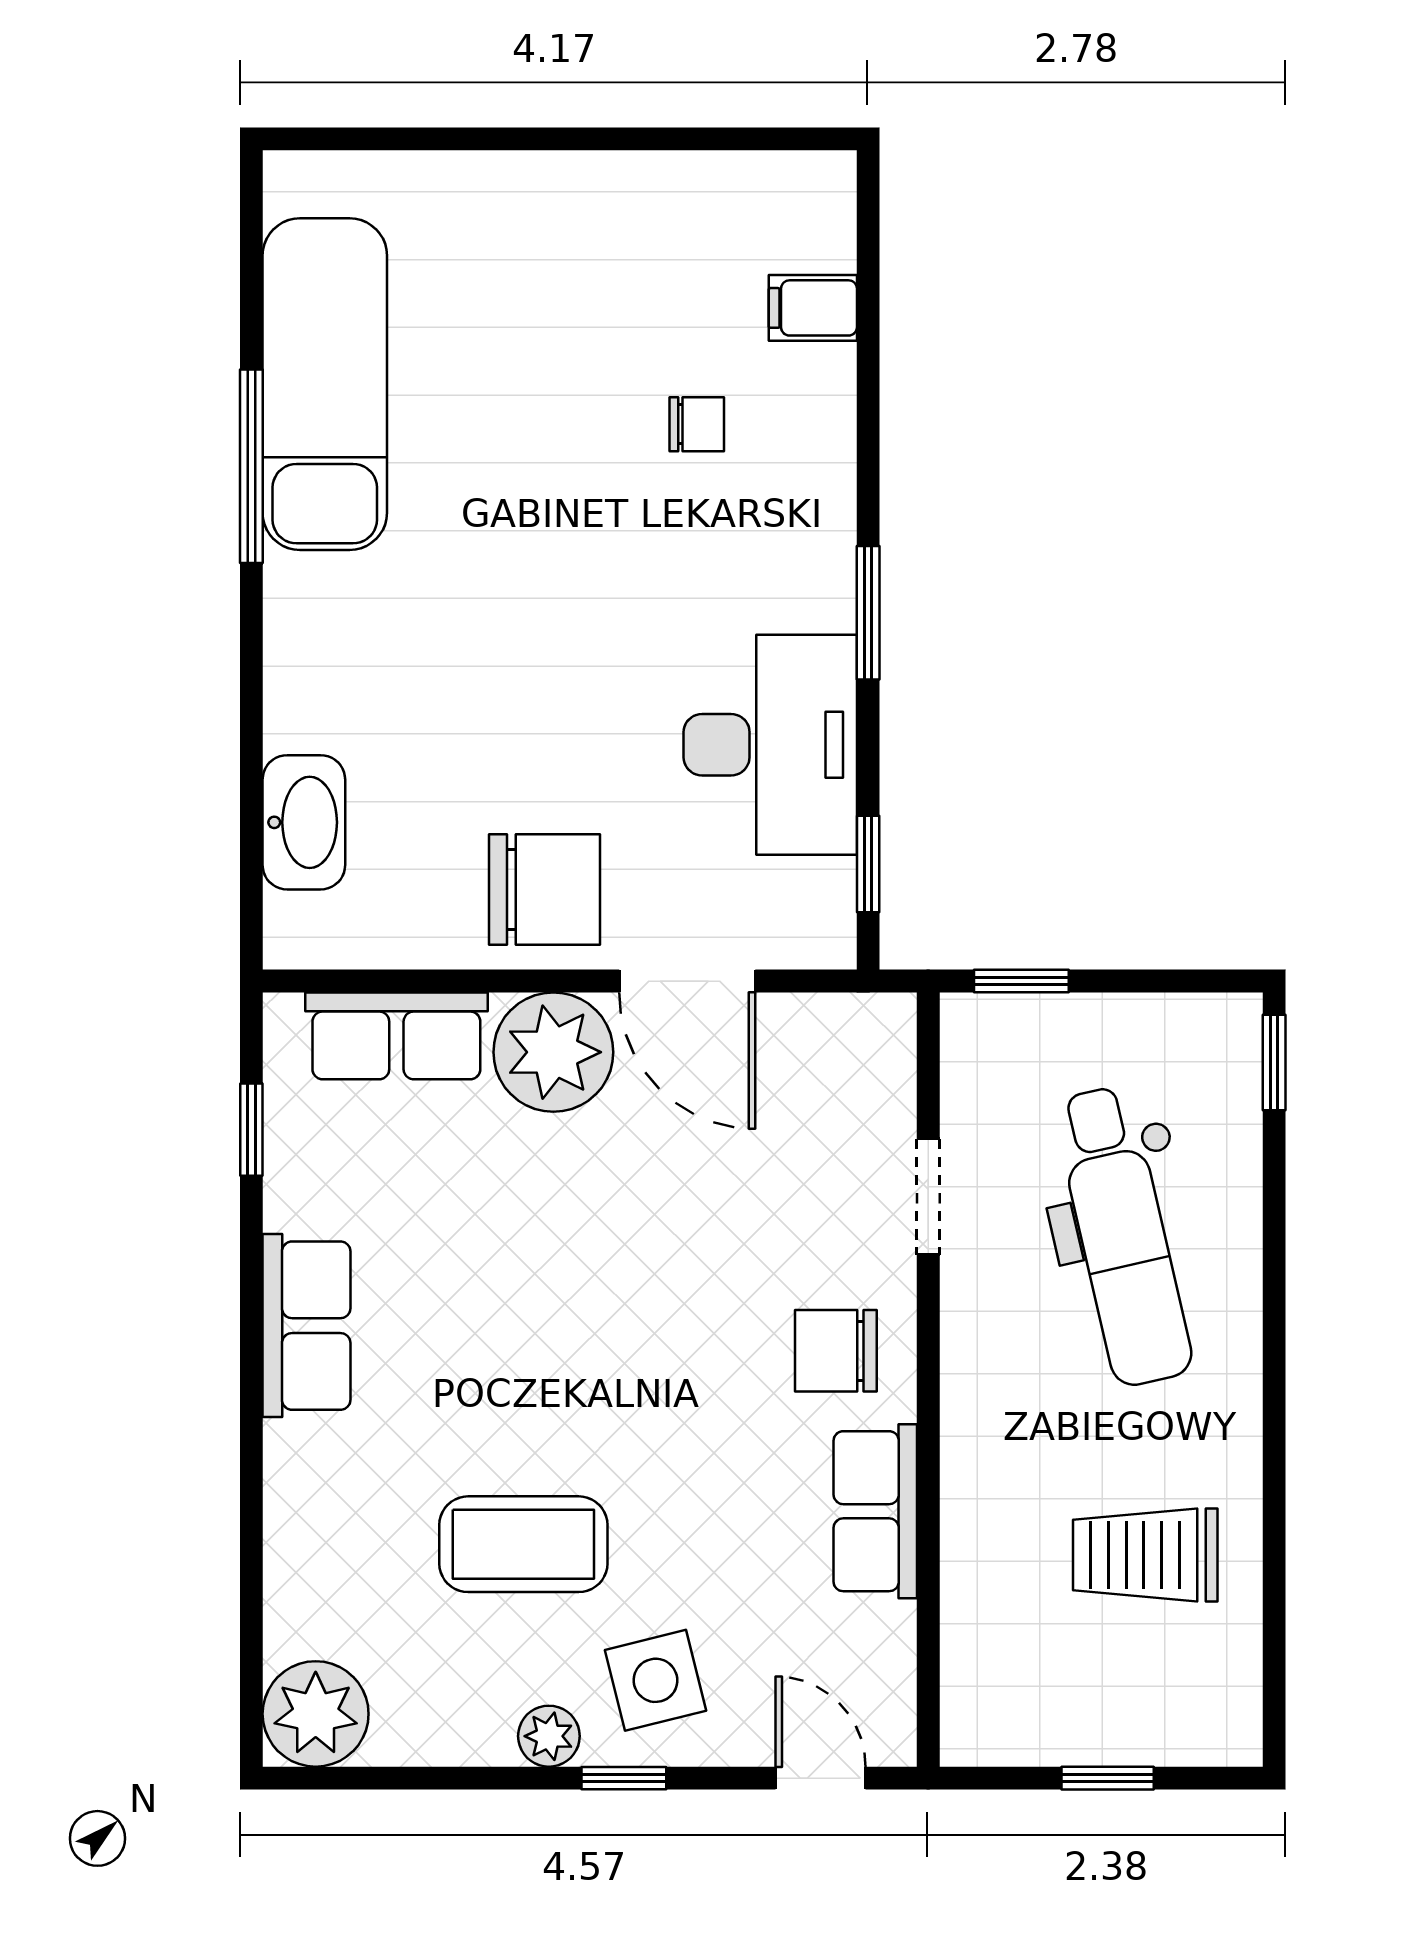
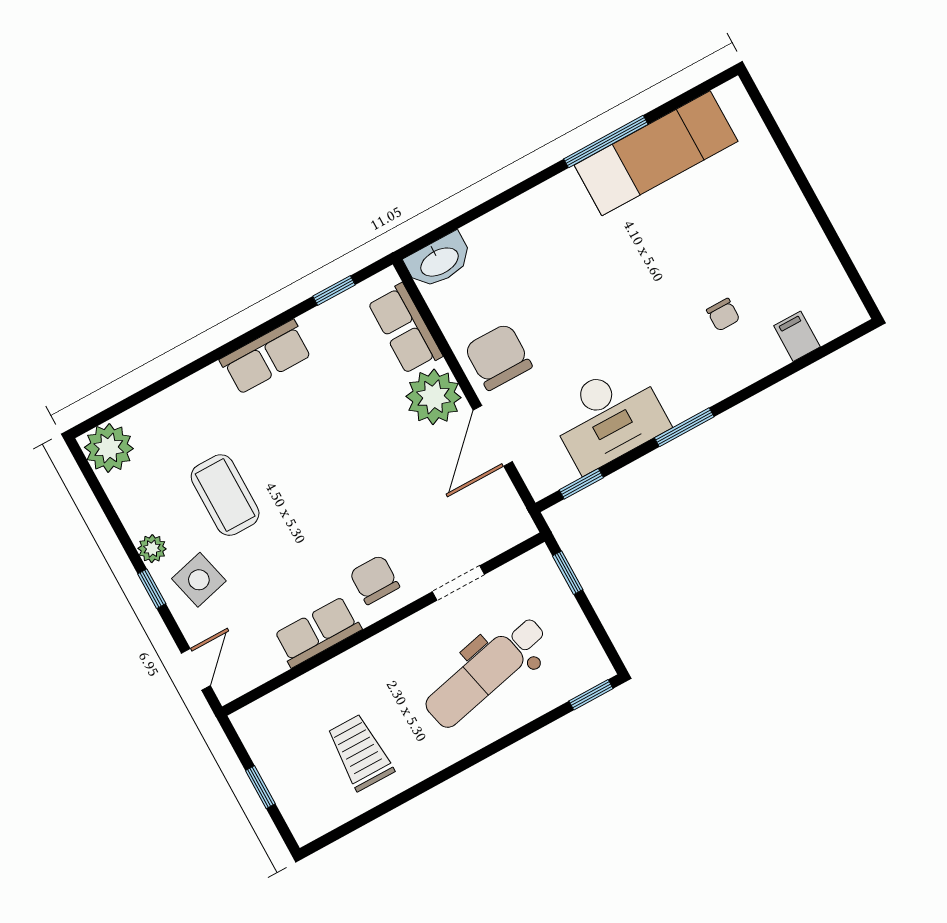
washbasin: (304, 822) -> (439, 261), moved
chair: (545, 890) -> (498, 357), turned 180

